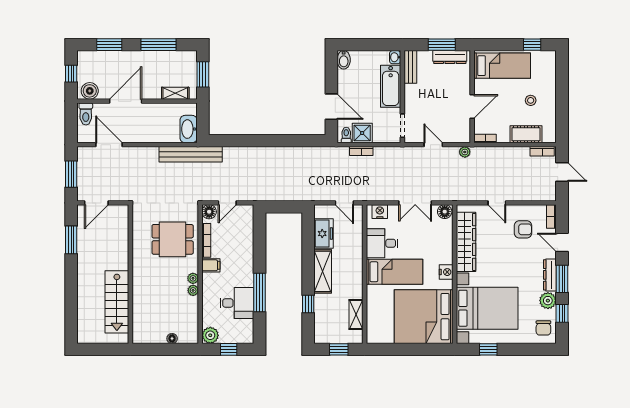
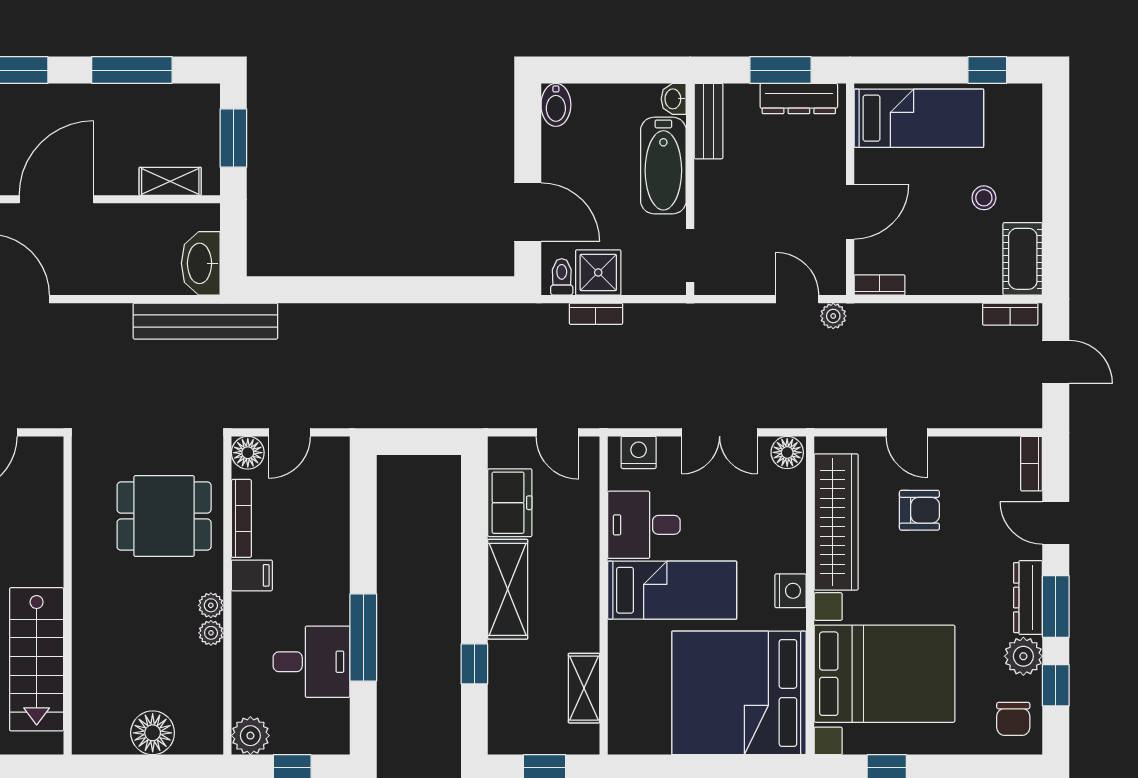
cot: (526, 134) -> (1023, 259), moved, turned 90
door: (433, 145) -> (797, 299), moved
armchair: (523, 229) -> (919, 510), moved
floor lamp: (172, 339) -> (153, 733), width x1.89, depth x1.89

